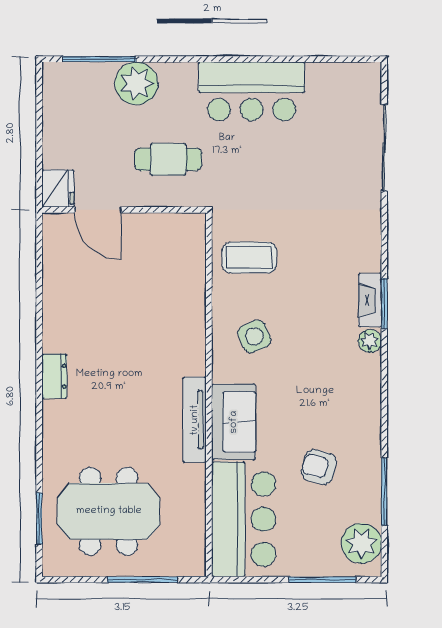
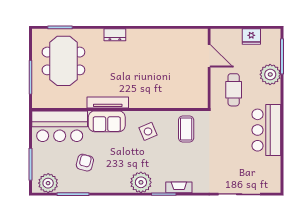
fridge: (58, 188) -> (251, 37), moved
door: (98, 210) -> (209, 56), swing flipped
fireplace: (370, 300) -> (179, 187), moved
plant: (370, 341) -> (141, 182), width x1.88, depth x1.88
dresser: (54, 376) -> (115, 35), moved

